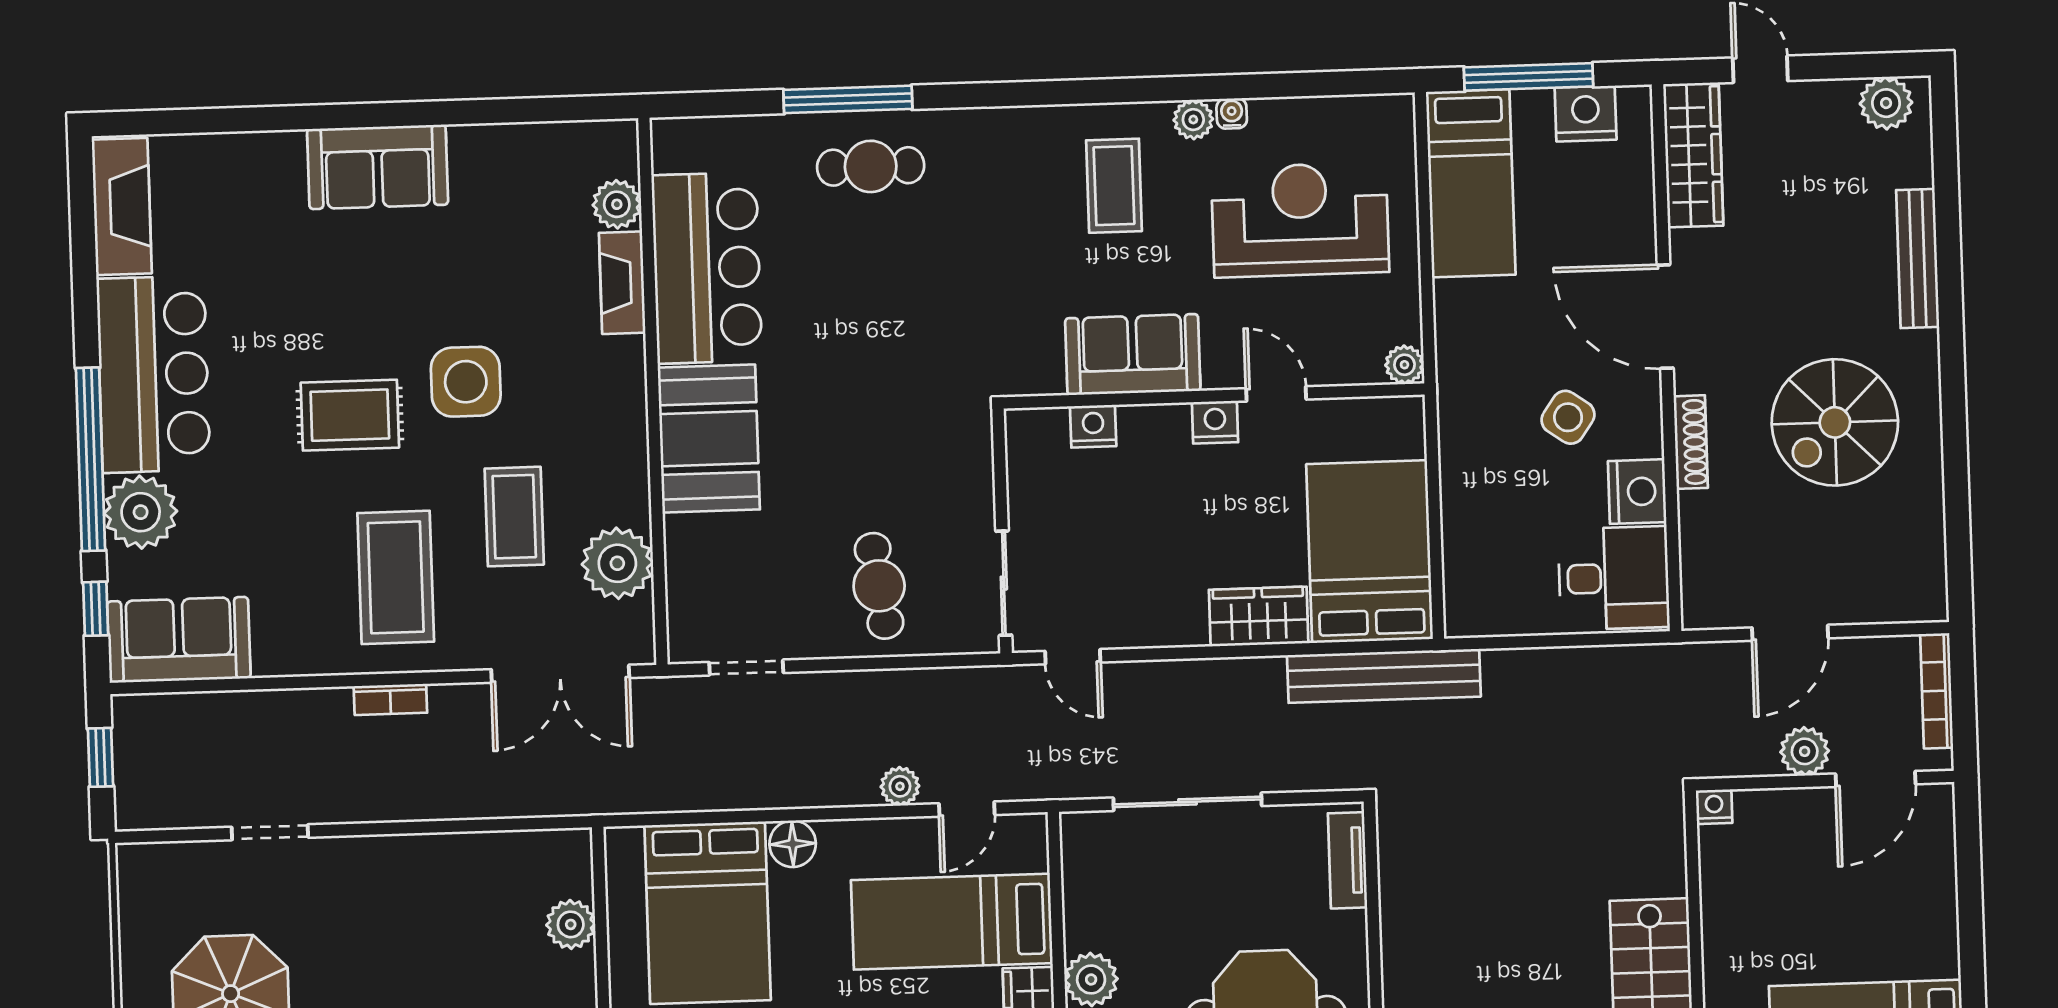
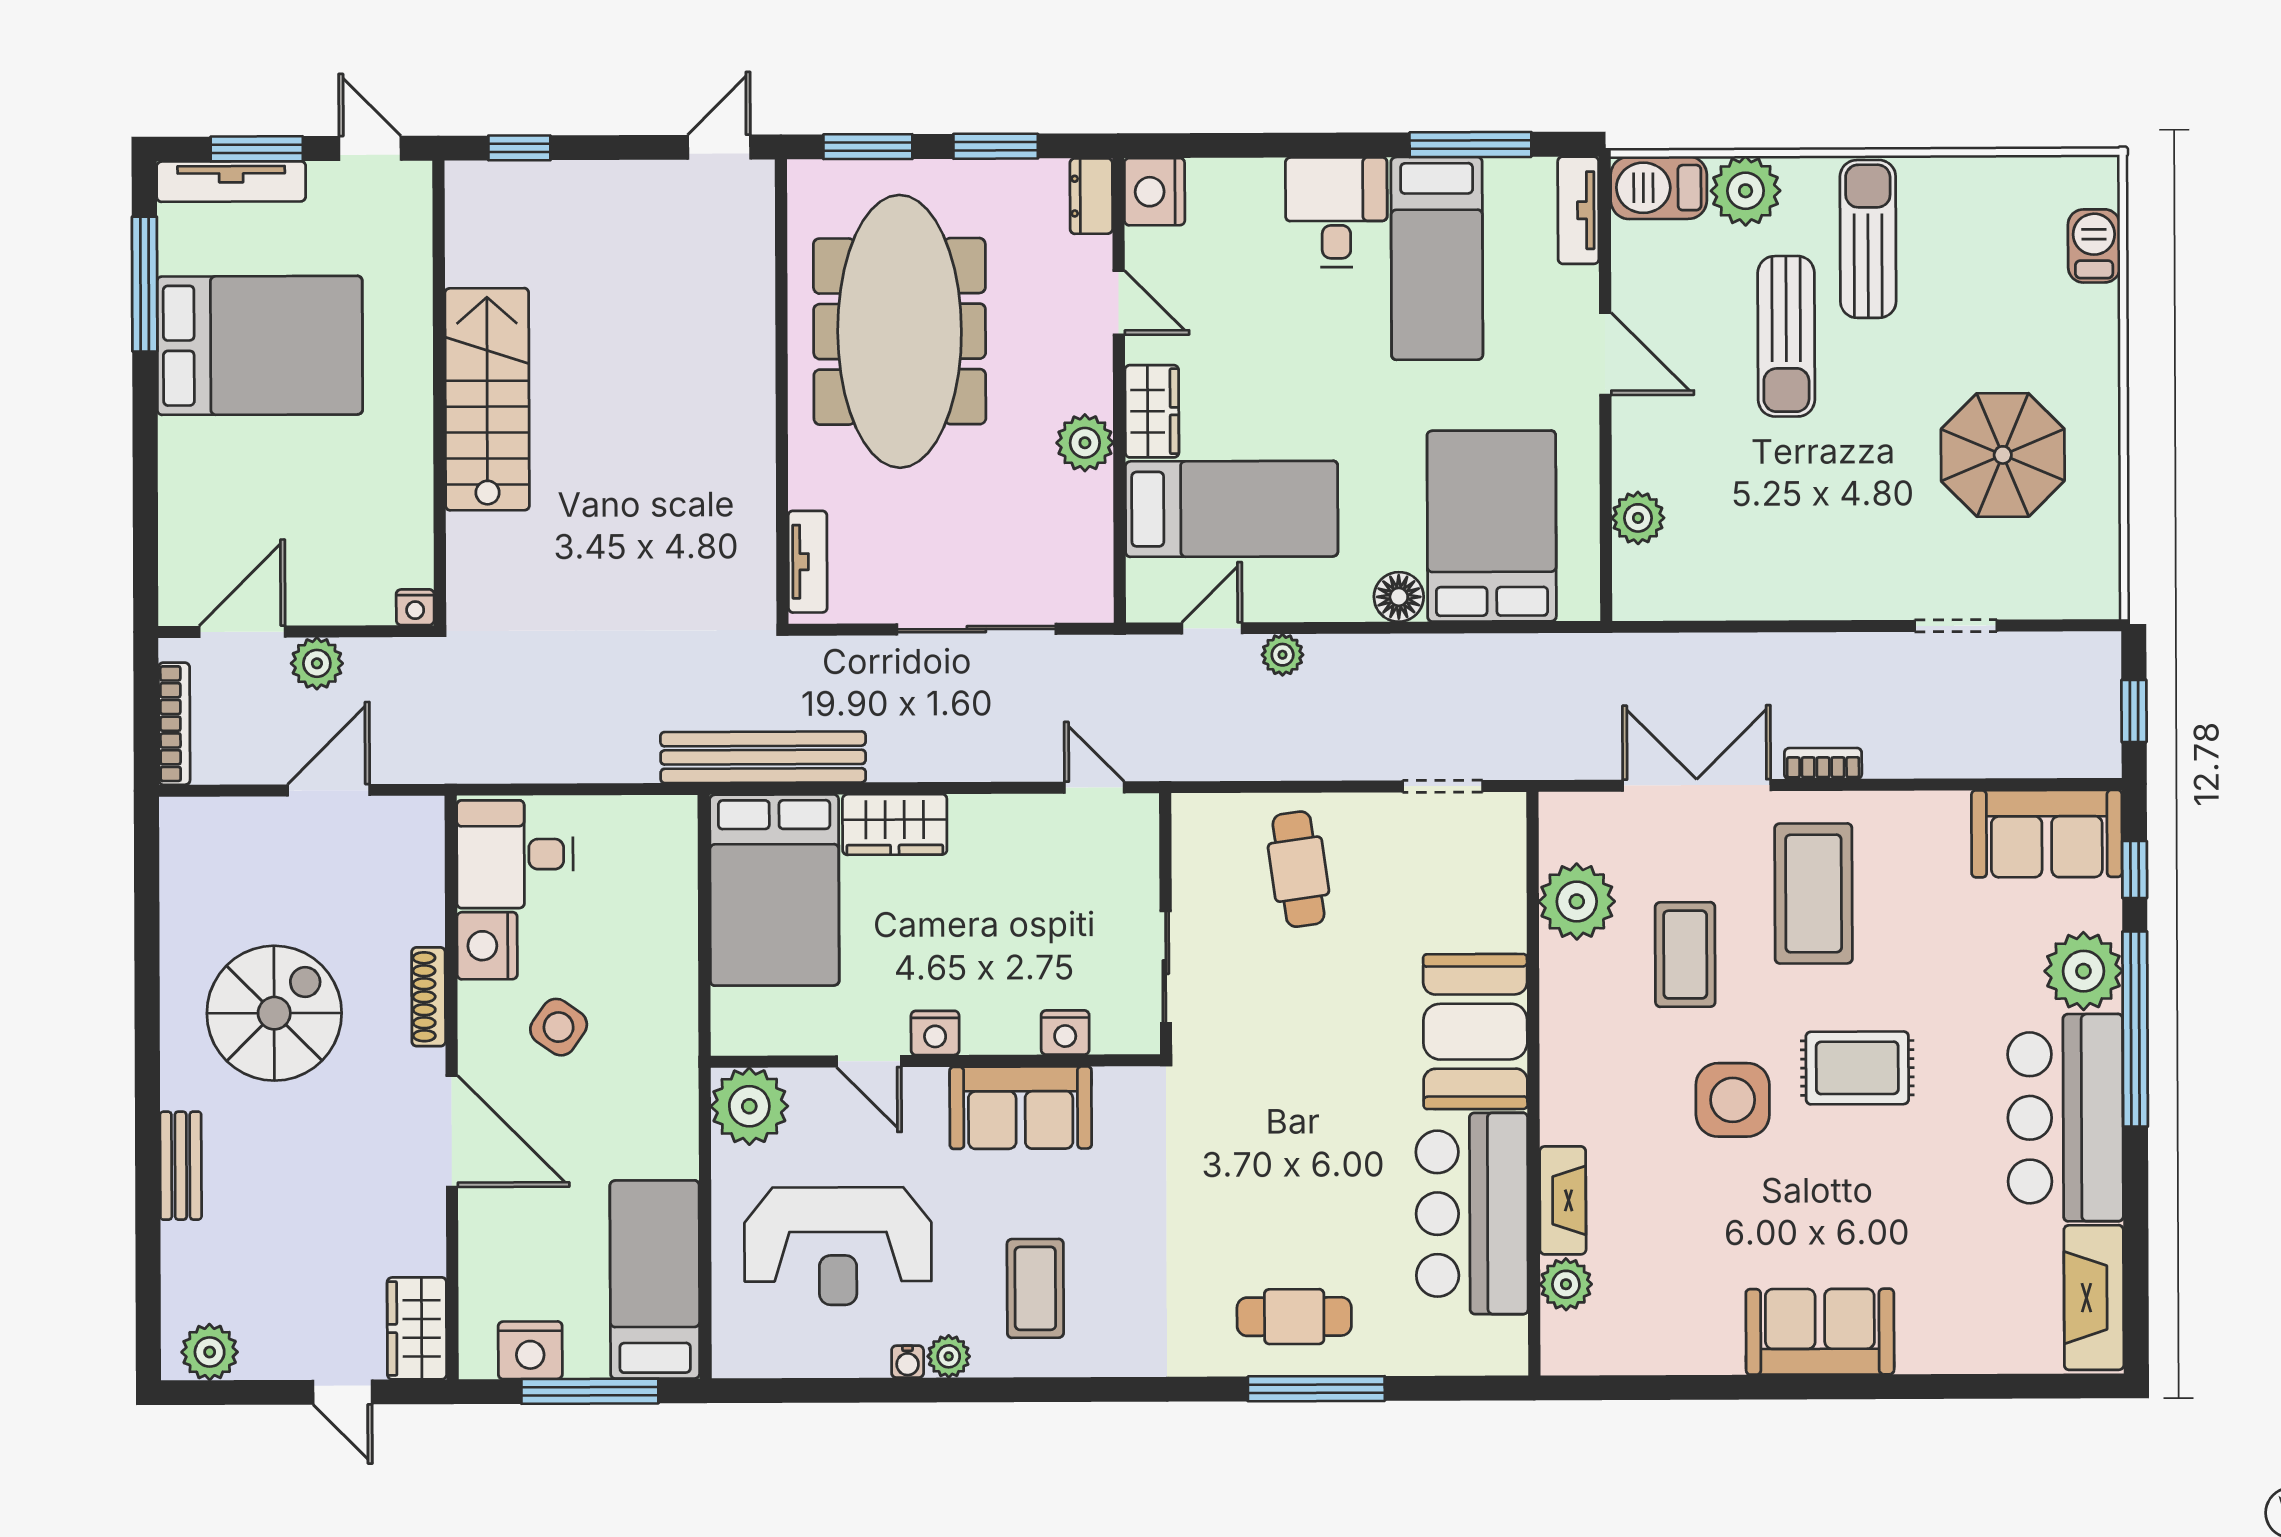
wardrobe: (1693, 155) -> (417, 1328), width x0.67
bench: (1918, 258) -> (181, 1166), width x0.73
plant: (1404, 365) -> (749, 1106), width x1.88, depth x1.88
sliding door: (1004, 583) -> (1166, 967), moved
double door: (560, 674) -> (1697, 785), moved

